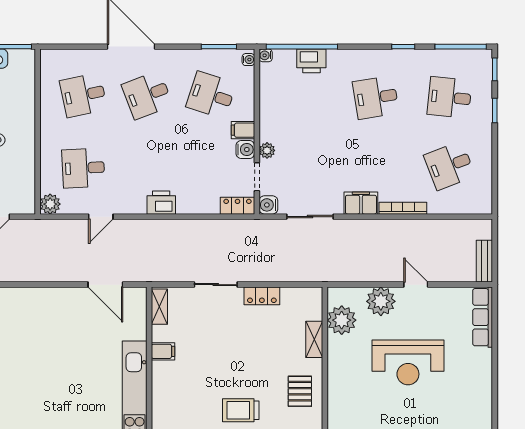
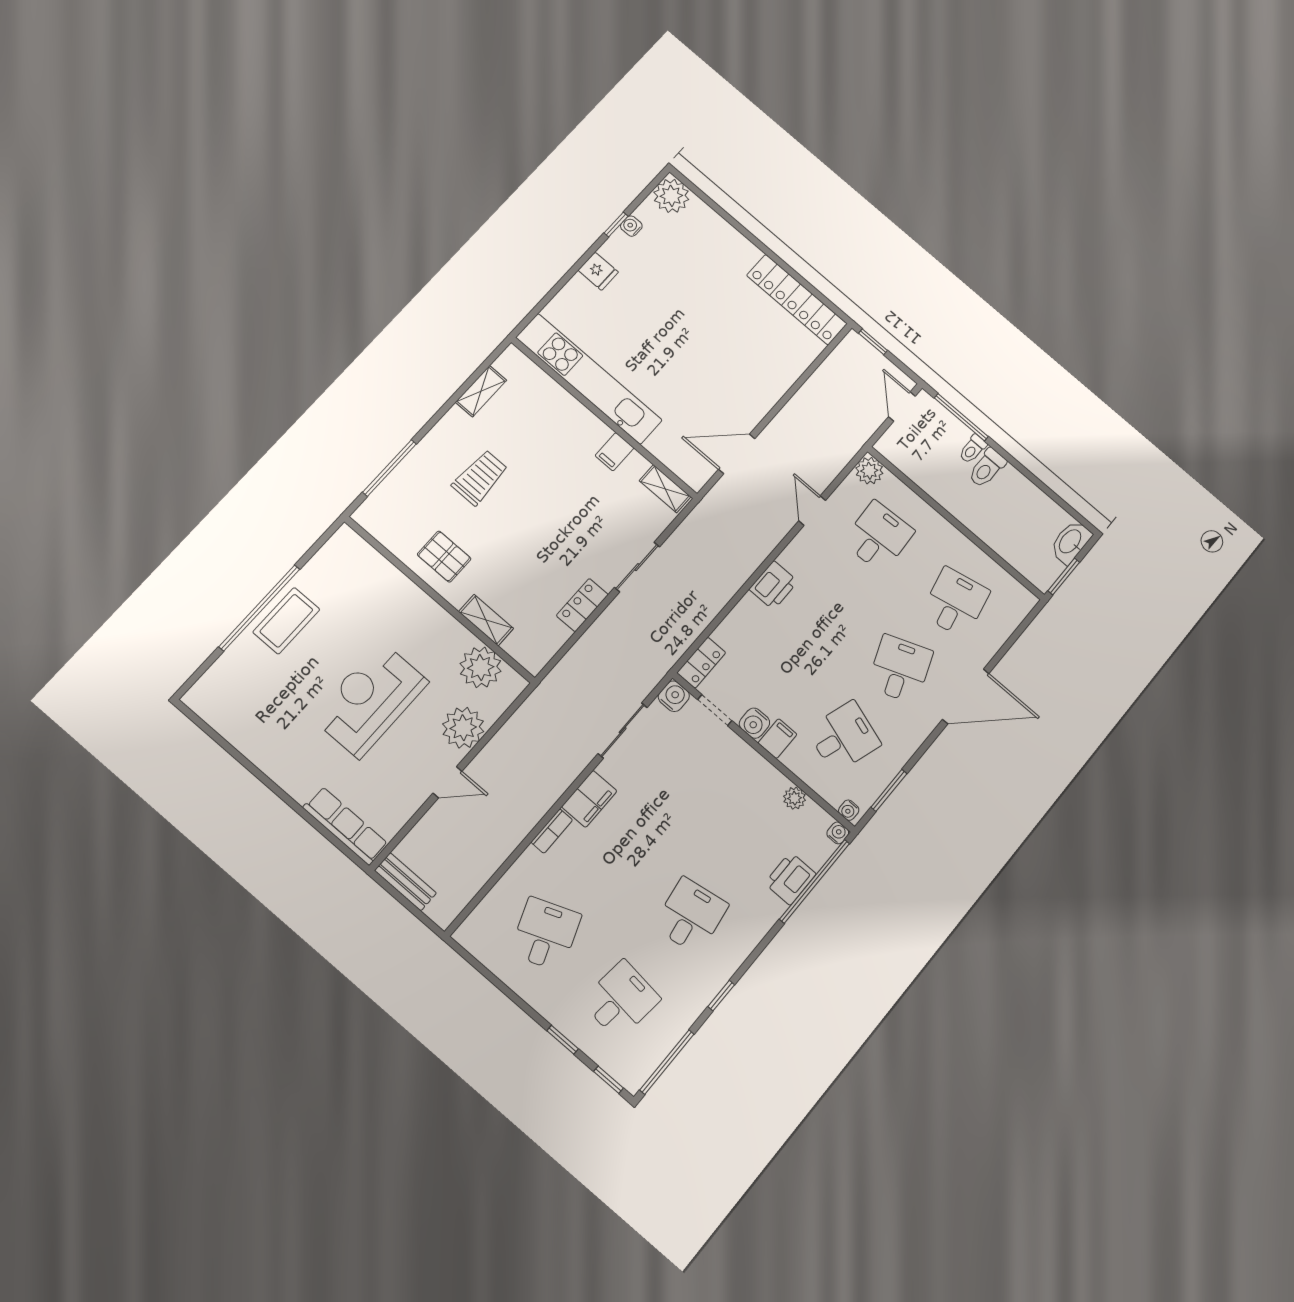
plant: (267, 150) -> (795, 798), moved
bookcase: (403, 208) -> (552, 831), width x0.64

